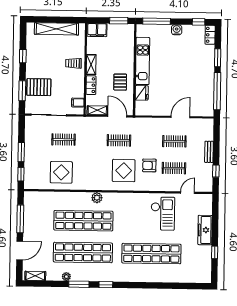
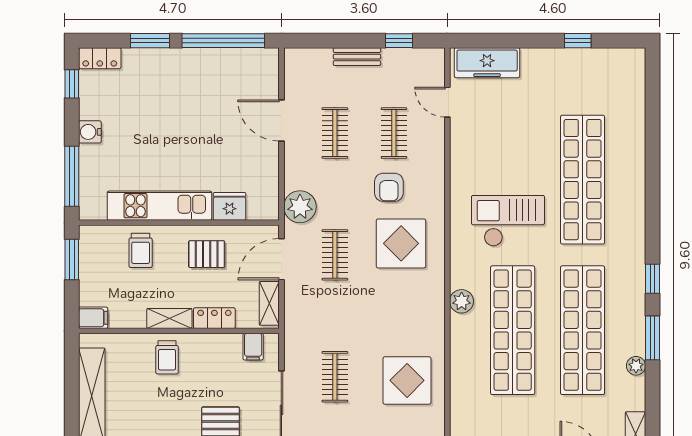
filing cabinet: (97, 30) -> (93, 318), width x0.50
trolley: (122, 52) -> (141, 250), added
plant: (141, 125) -> (300, 207), added
checkout: (163, 214) -> (508, 221), moved
freezer: (205, 230) -> (487, 63), moved

